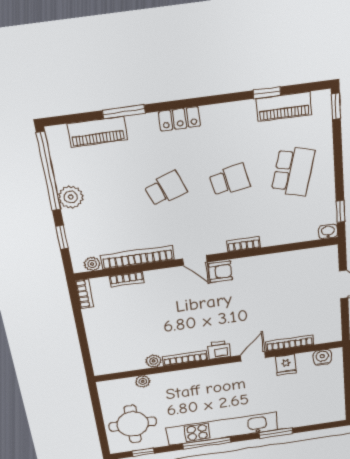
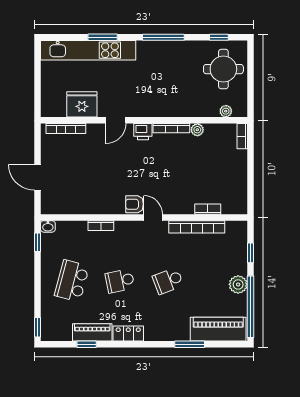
piano: (284, 106) -> (92, 332), moved
locker: (179, 119) -> (128, 334), moved
piano: (97, 132) -> (218, 329), width x1.37, depth x1.33
bookcase: (244, 244) -> (101, 226), moved
plant: (92, 264) -> (232, 227), removed
bookcase: (84, 294) -> (242, 136), moved
bookcase: (290, 343) -> (66, 128), moved
water cooler: (322, 357) -> (58, 110), removed
fridge: (286, 365) -> (82, 104), width x1.88, depth x1.34
plant: (143, 381) -> (226, 111), moved
kitchen unit: (222, 429) -> (88, 50), moved

